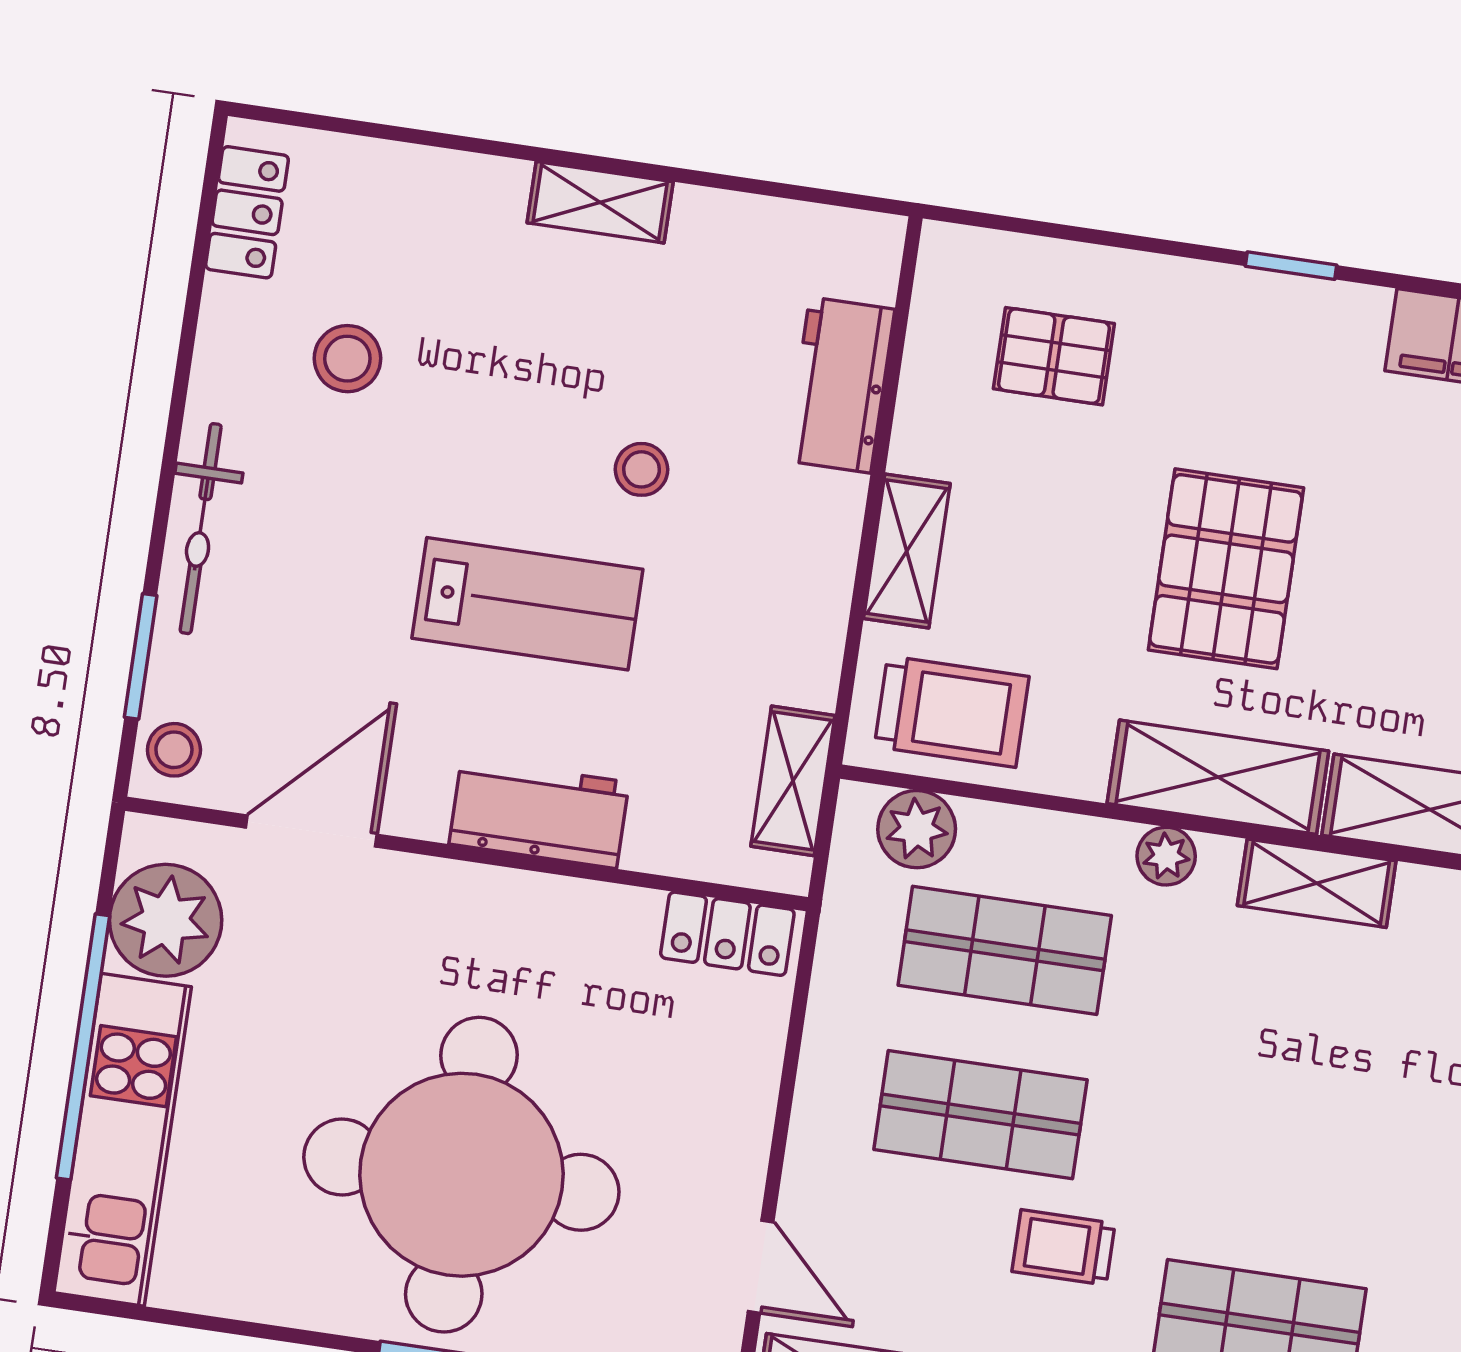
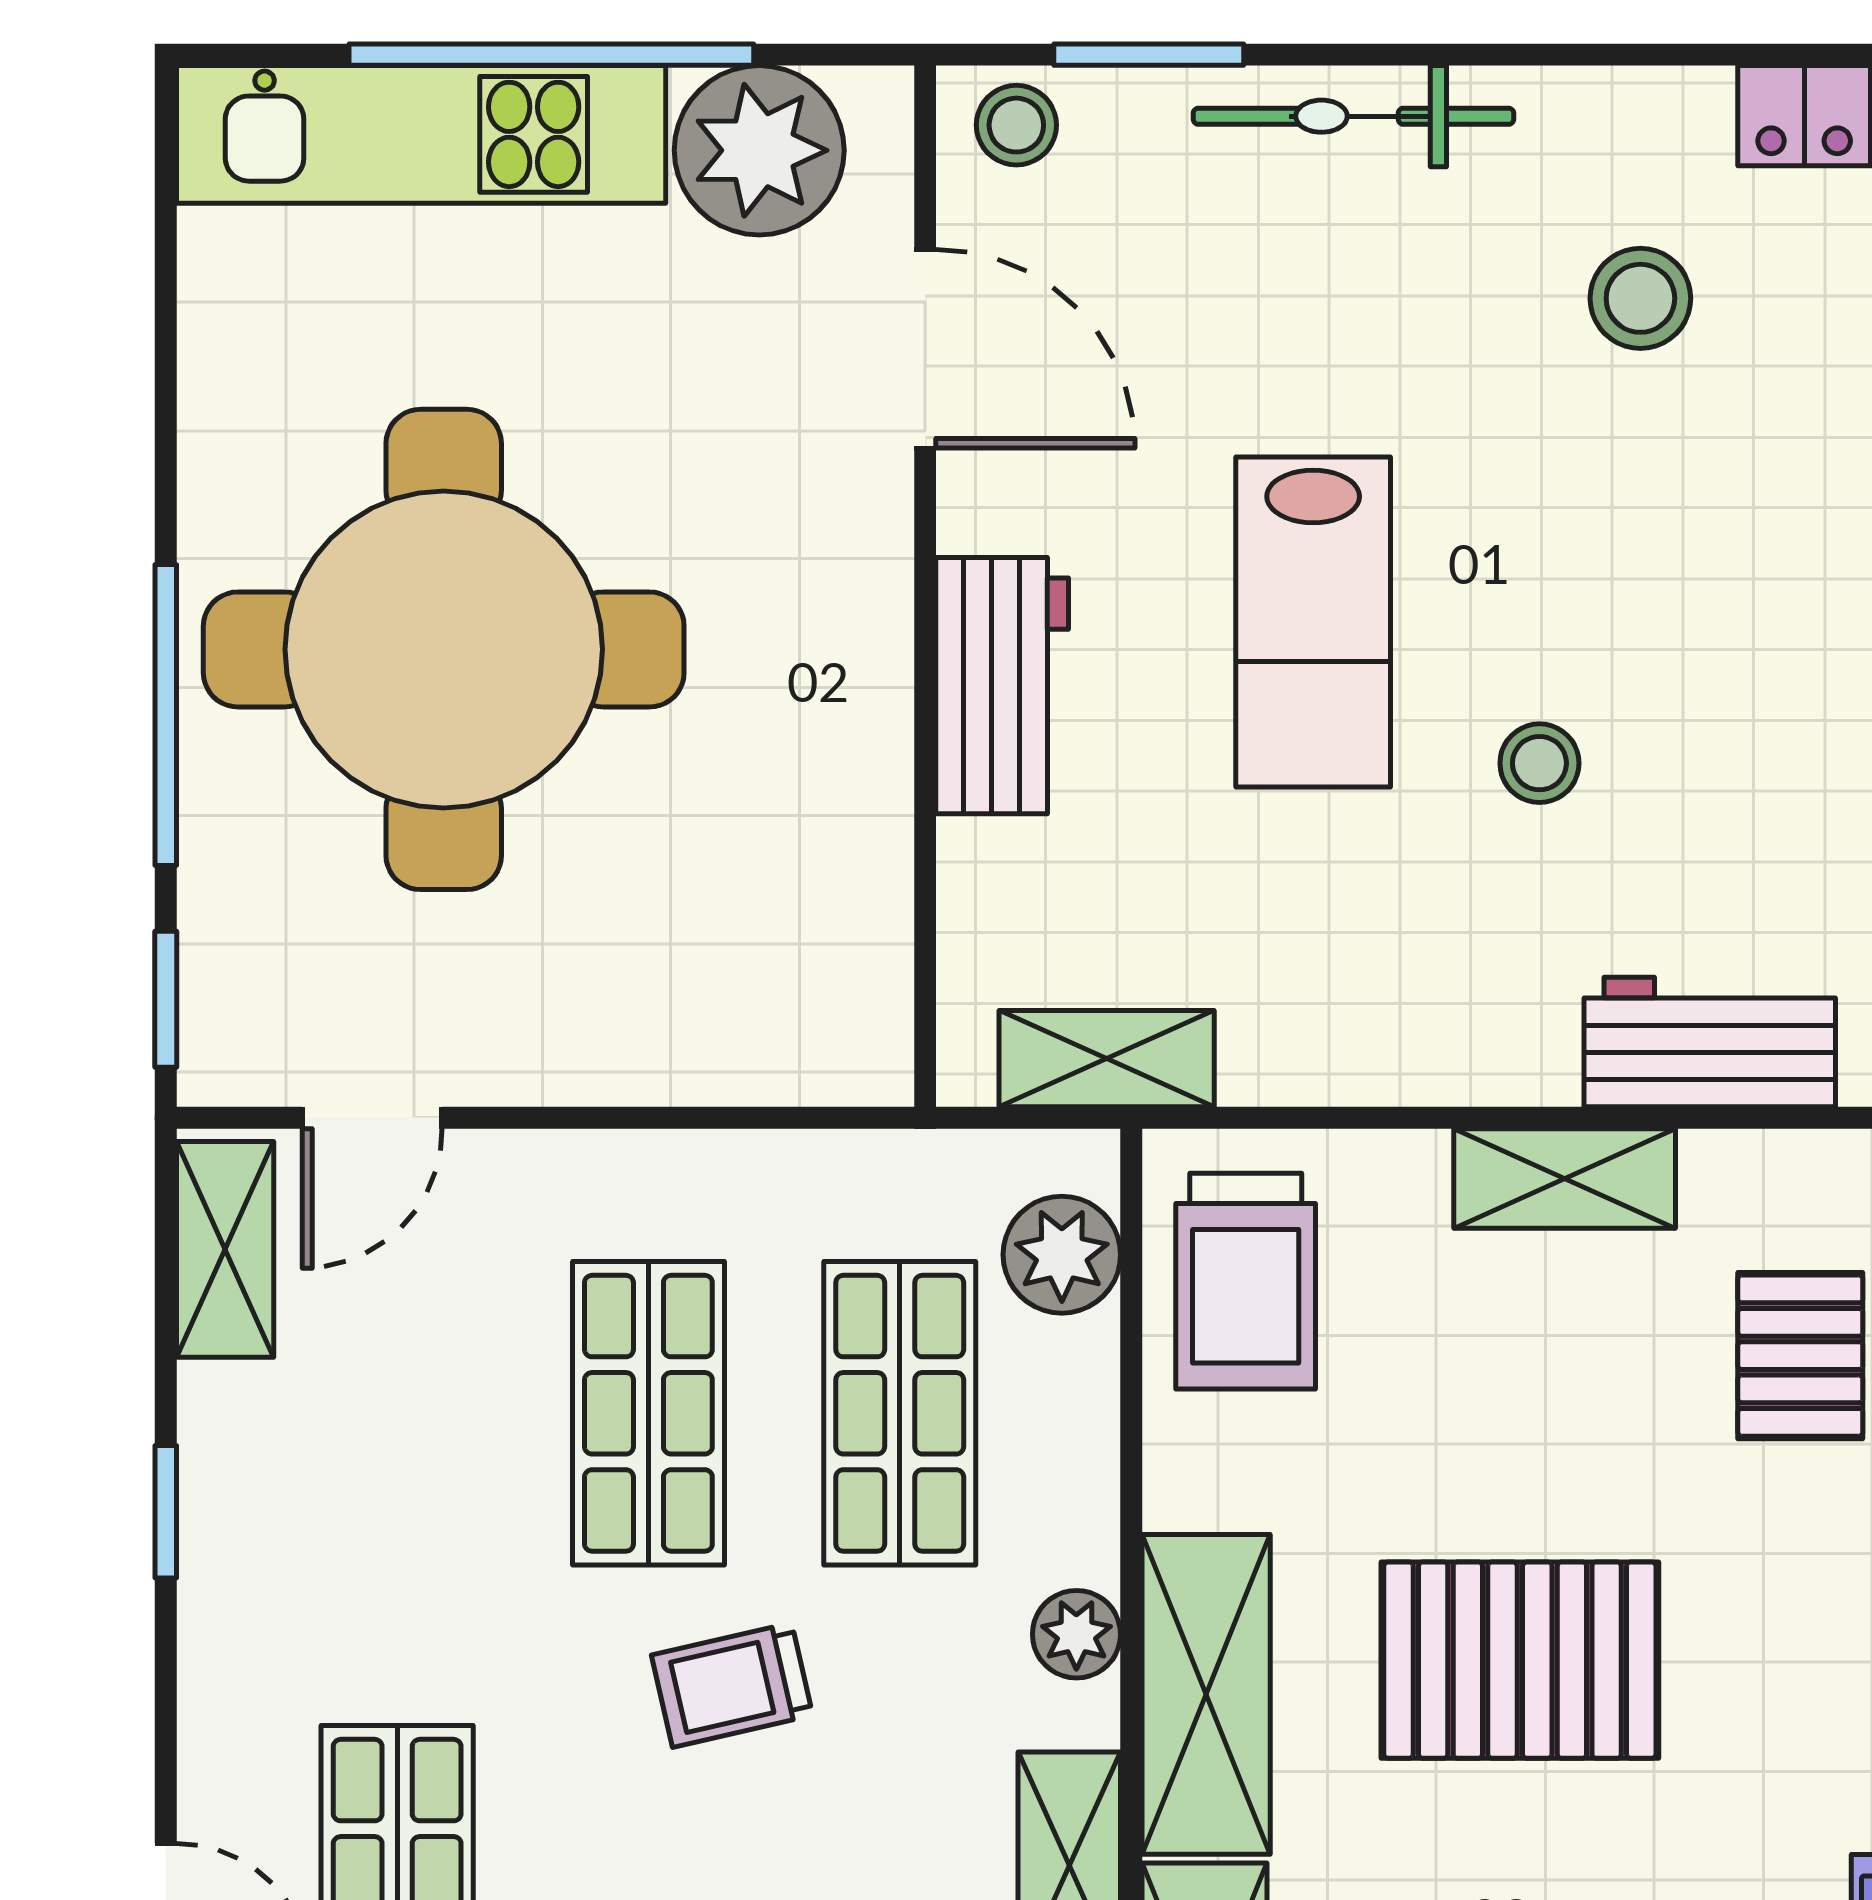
shelving: (907, 551) -> (1565, 1179), moved
locker: (727, 934) -> (863, 994), removed
trolley: (1063, 1247) -> (732, 1685), moved, turned -103

